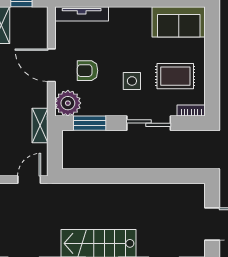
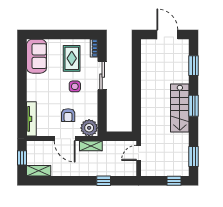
door: (51, 65) -> (65, 139), hinge flipped
window: (90, 123) -> (102, 114), removed
shelving: (40, 126) -> (91, 146), moved
door: (29, 180) -> (139, 153), hinge flipped

